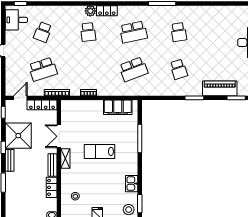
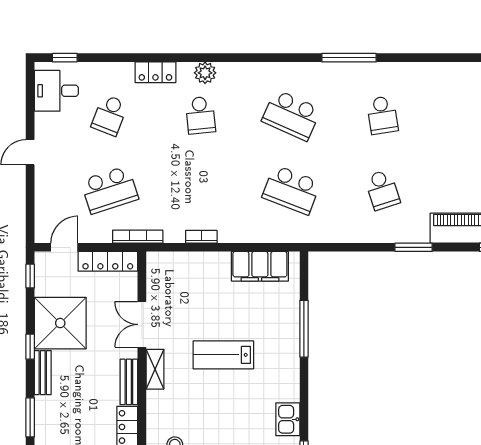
locker: (107, 11) -> (155, 72), moved
school desk: (133, 32) -> (291, 115), turned 36
school desk: (133, 69) -> (291, 190), turned 42

